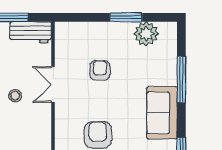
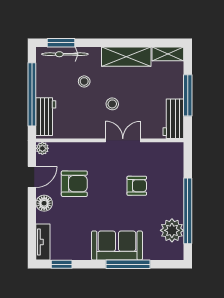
window: (126, 17) -> (188, 211), width x2.11
sofa: (162, 113) -> (117, 246), moved

